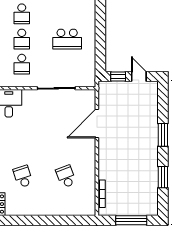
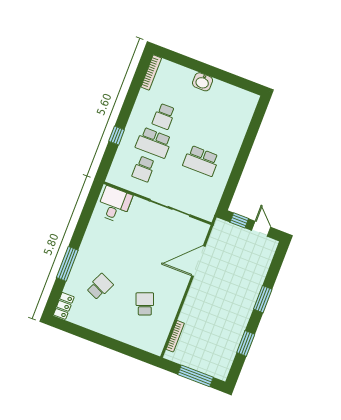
school desk: (22, 39) -> (154, 143), width x1.85
school desk: (23, 176) -> (100, 287), turned 42

